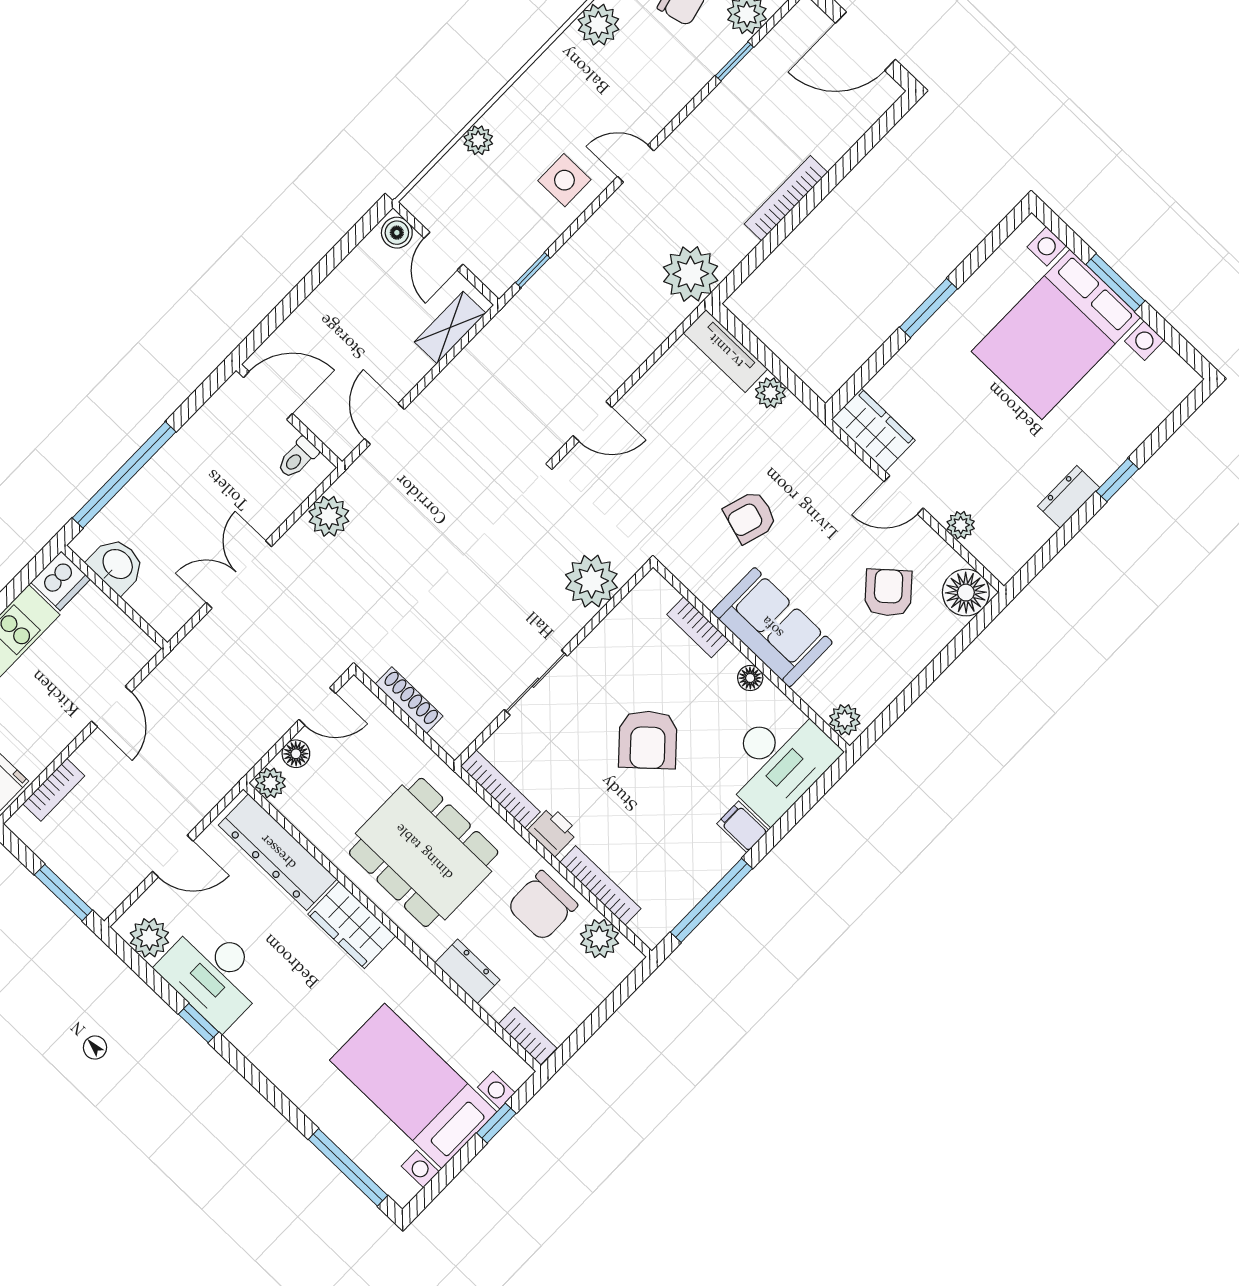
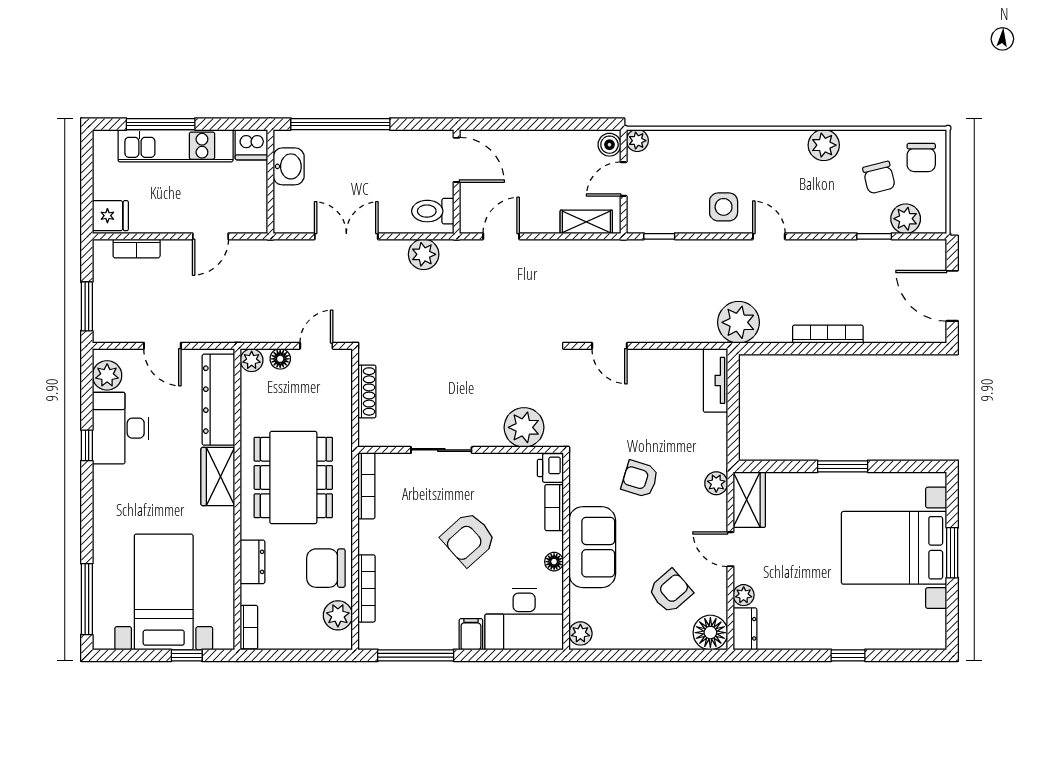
plant: (478, 140) -> (637, 141), moved
plant: (770, 393) -> (716, 483), moved
toilet: (298, 458) -> (433, 211), width x1.37, depth x1.39
dresser: (1069, 497) -> (745, 629), moved, turned 90
door: (317, 706) -> (316, 346), swing flipped
printer: (553, 831) -> (550, 468), moved, turned 180

